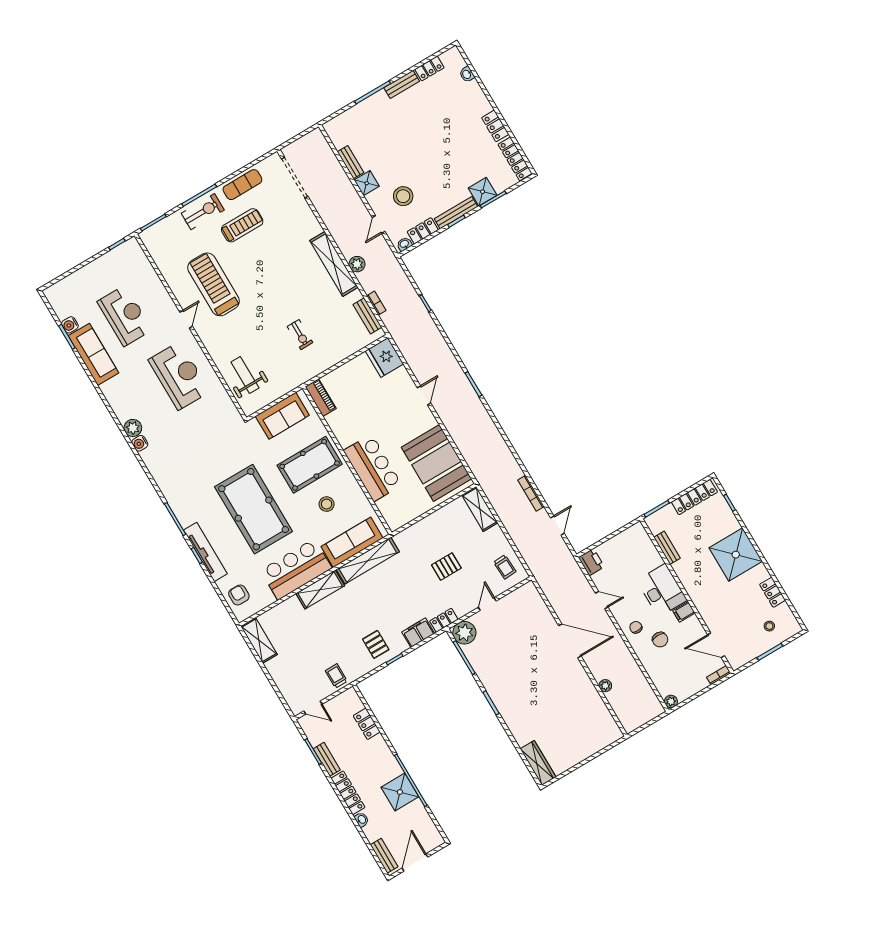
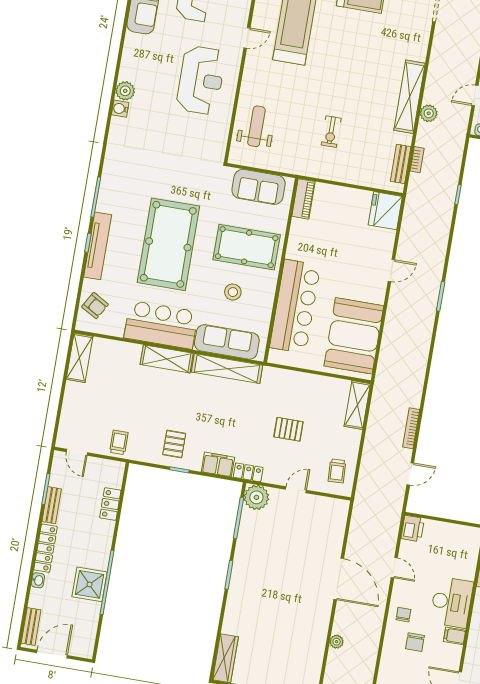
bar counter: (373, 468) -> (295, 306), width x1.36
armchair: (239, 595) -> (95, 306), turned 120

